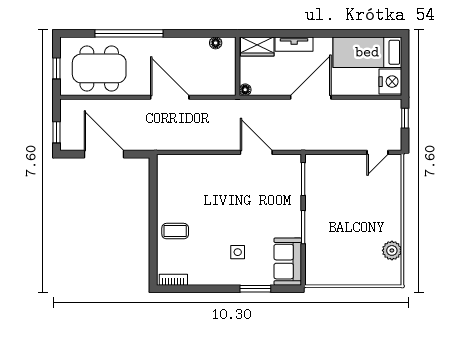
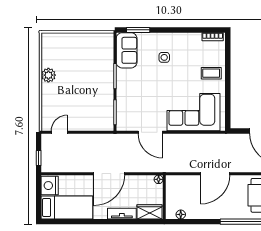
door: (170, 97) -> (215, 174), hinge flipped
corner sofa: (199, 179) -> (194, 112), added
plant: (392, 250) -> (48, 75), moved
window: (255, 289) -> (138, 30), moved

